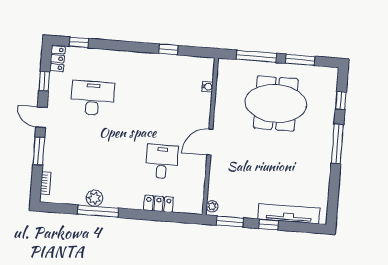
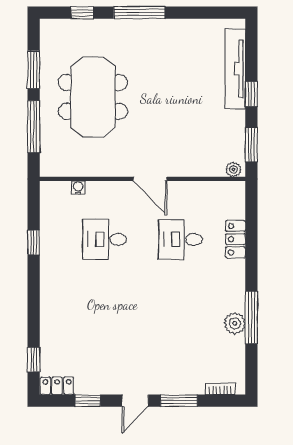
desk: (92, 98) -> (105, 239), moved, width x0.73

